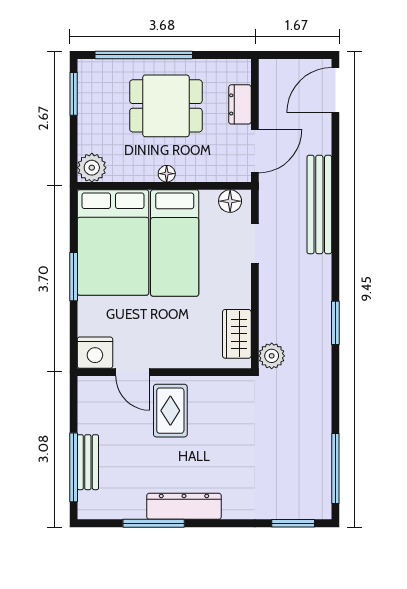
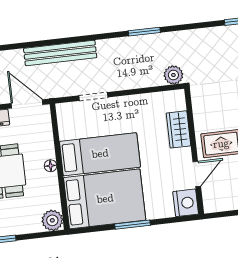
floor lamp: (230, 201) -> (65, 118), removed
wardrobe: (237, 334) -> (178, 129), moved, turned 90

